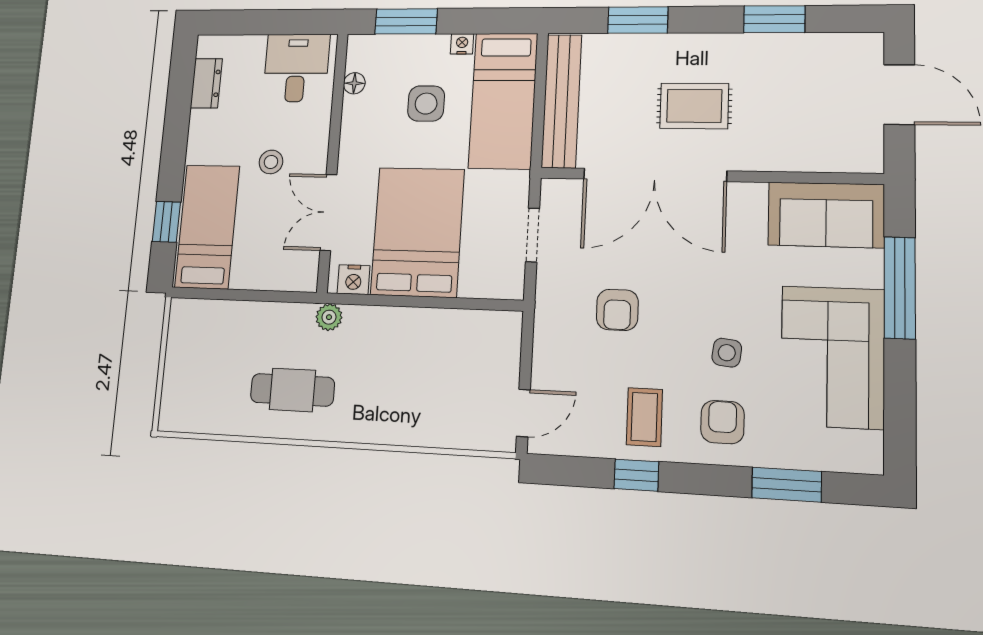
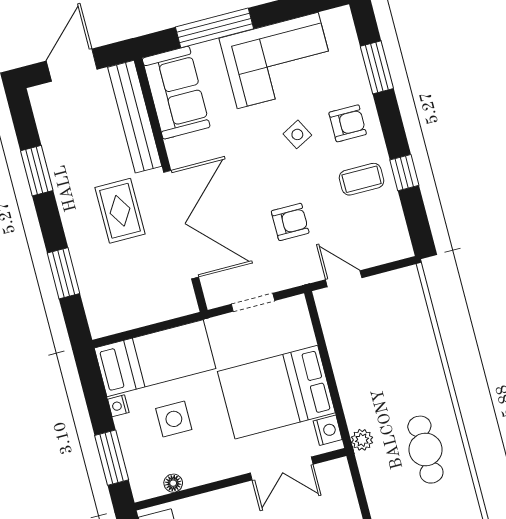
bench: (561, 101) -> (135, 117), moved, turned 90
side table: (727, 353) -> (297, 134), turned -35
door: (523, 413) -> (344, 279), moved
armchair: (722, 422) -> (348, 123), turned 180

